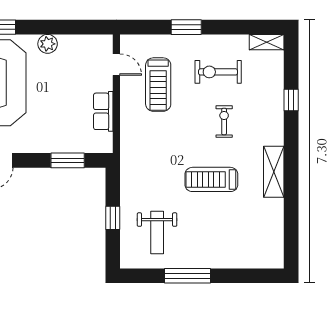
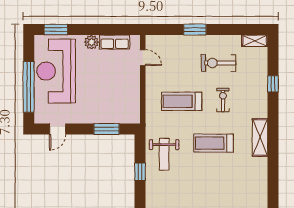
treadmill: (158, 85) -> (182, 101), moved, turned 90
row of seats: (103, 111) -> (115, 42), moved, turned -90
weight bench: (157, 232) -> (164, 154), moved

